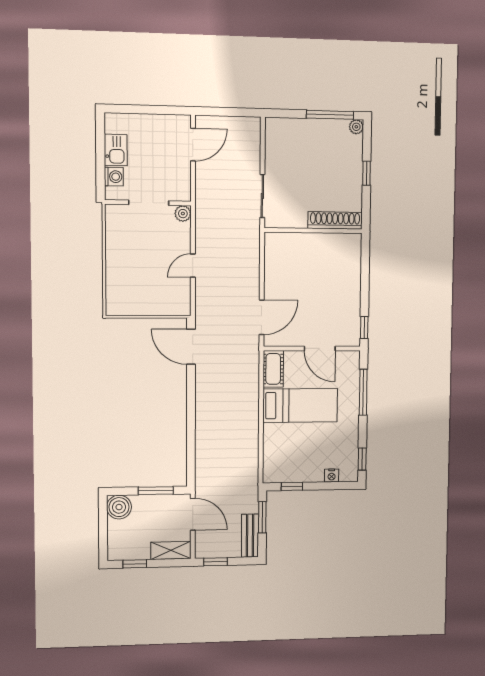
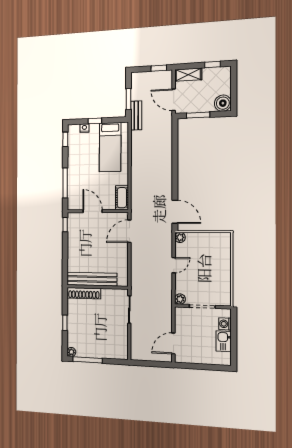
bench: (322, 243) -> (92, 279), added
plant: (183, 308) -> (180, 237), added
bed: (300, 405) -> (110, 147), moved, turned -90
window: (292, 486) -> (95, 121), moved
bench: (250, 536) -> (136, 115), moved

